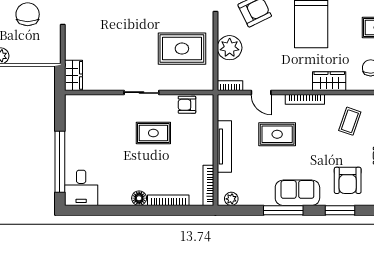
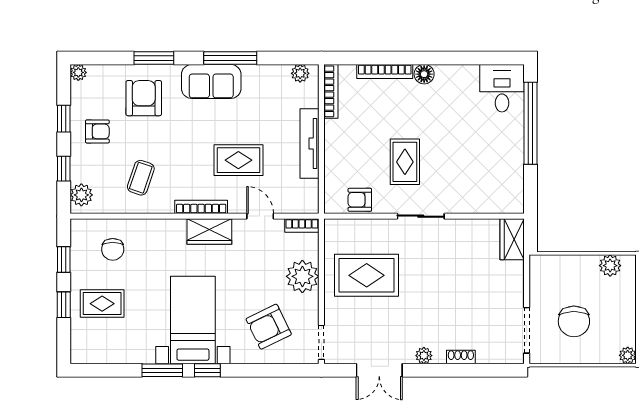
wardrobe: (329, 81) -> (209, 232), moved
armchair: (187, 105) -> (360, 200), turned 180
rug: (153, 133) -> (405, 162), turned 90

